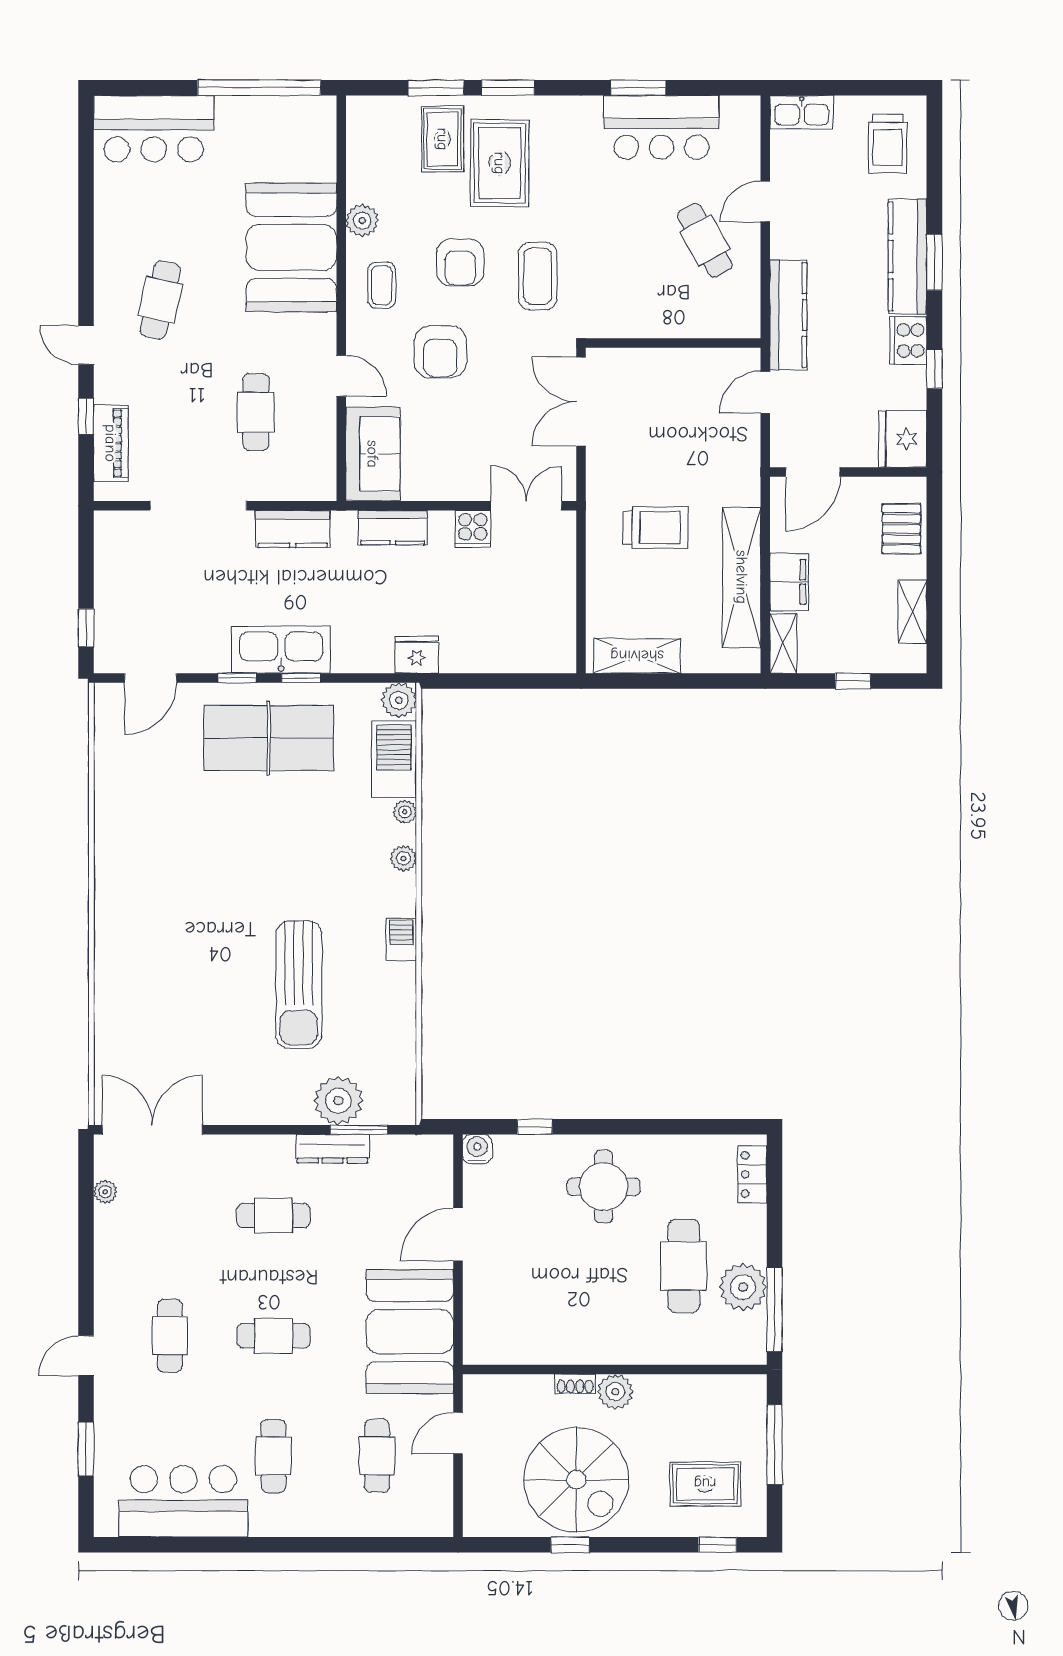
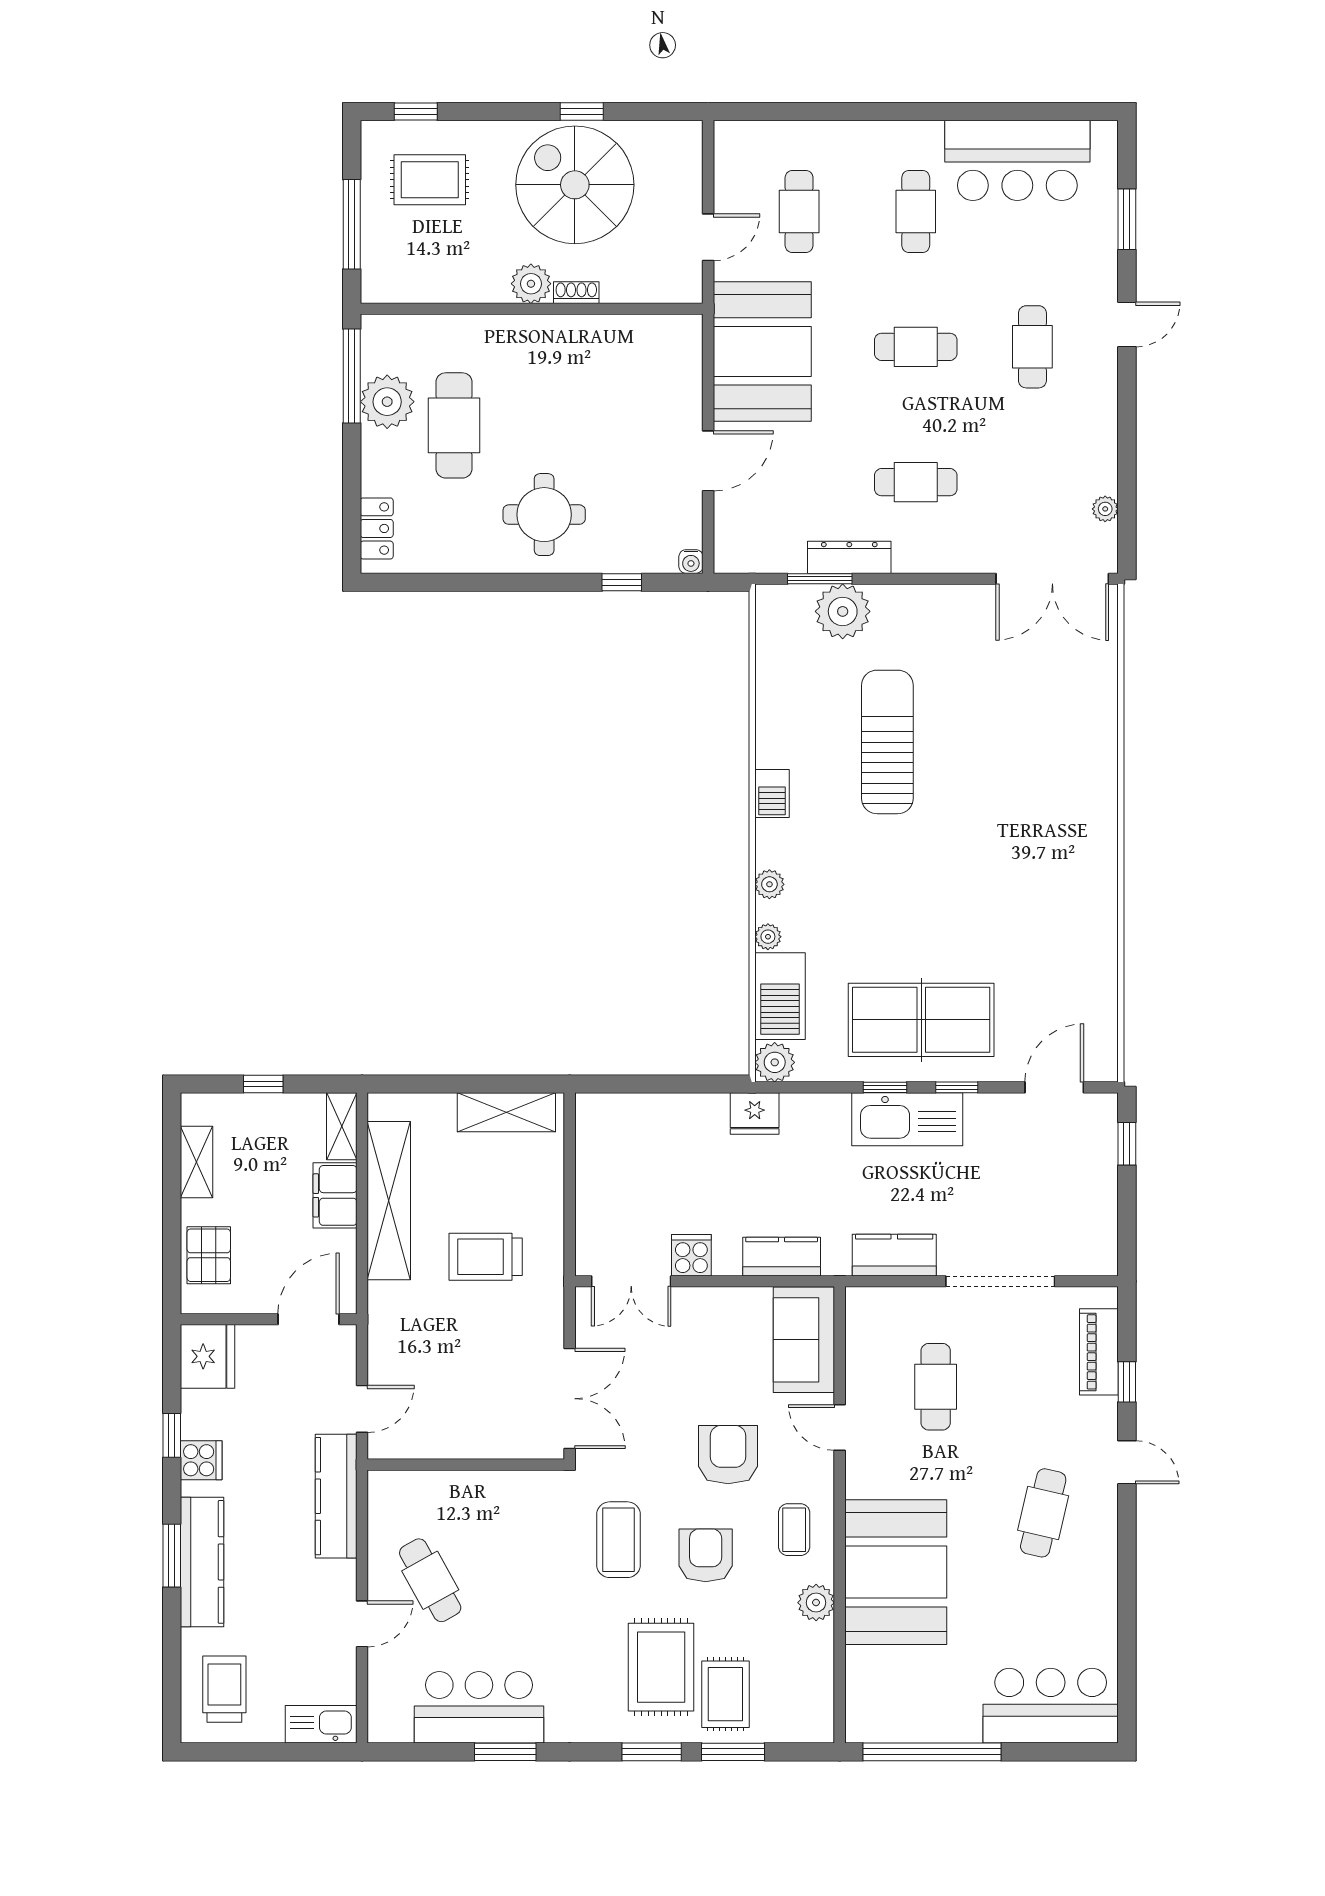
cooker: (908, 340) -> (201, 1460), width x0.73
water cooler: (477, 1149) -> (691, 562), width x0.72, depth x0.72

